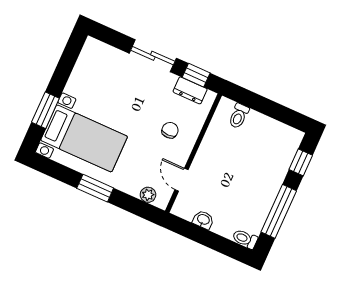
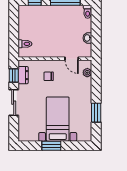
window: (45, 110) -> (51, 146), moved
bed with nightstands: (84, 138) -> (58, 119), moved
door: (182, 180) -> (72, 59), hinge flipped
window: (95, 188) -> (96, 113), moved

